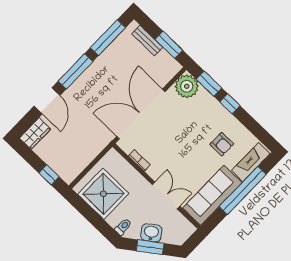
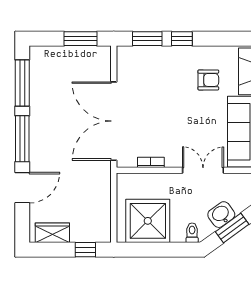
bench: (147, 41) -> (58, 53), removed
plant: (187, 86) -> (130, 59), removed
door: (47, 101) -> (22, 188), hinge flipped
wardrobe: (35, 133) -> (52, 233), moved, turned -90

